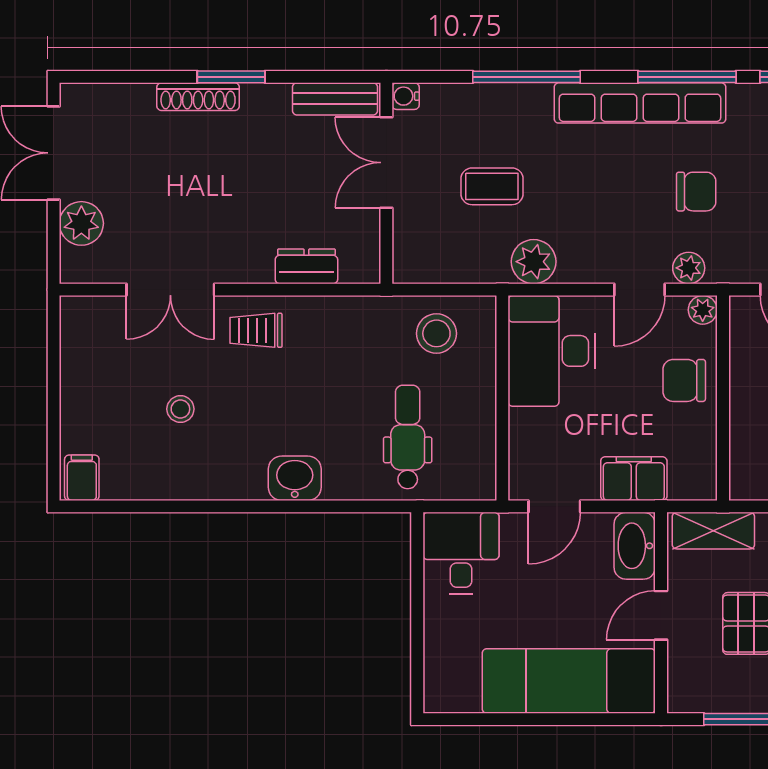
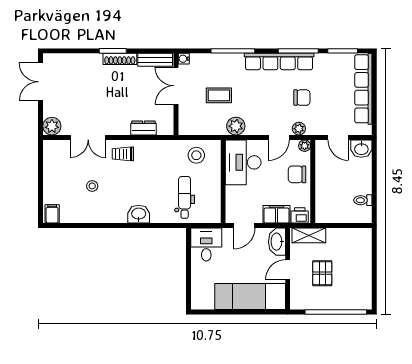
shoe rack: (198, 97) -> (120, 59), moved
plant: (81, 223) -> (52, 126), moved
printer: (691, 482) -> (300, 215), added

